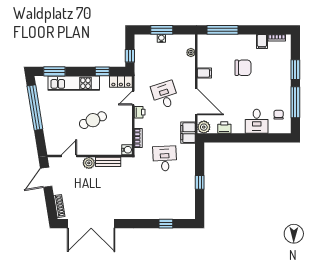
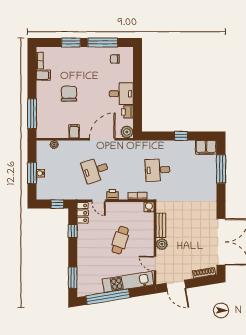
kitchen unit: (74, 83) -> (128, 282), moved, turned -99
cafe table: (93, 120) -> (120, 240), turned 41
desk: (257, 121) -> (121, 94), moved
filing cabinet: (188, 133) -> (206, 147), moved
window: (166, 224) -> (221, 169), width x2.17

